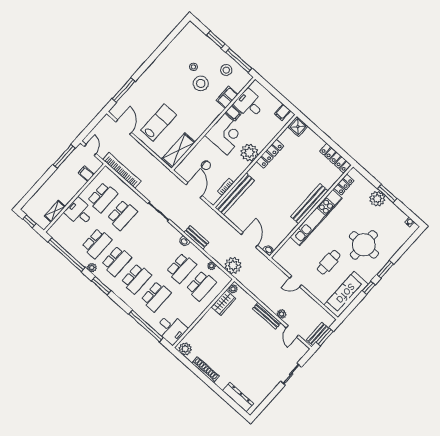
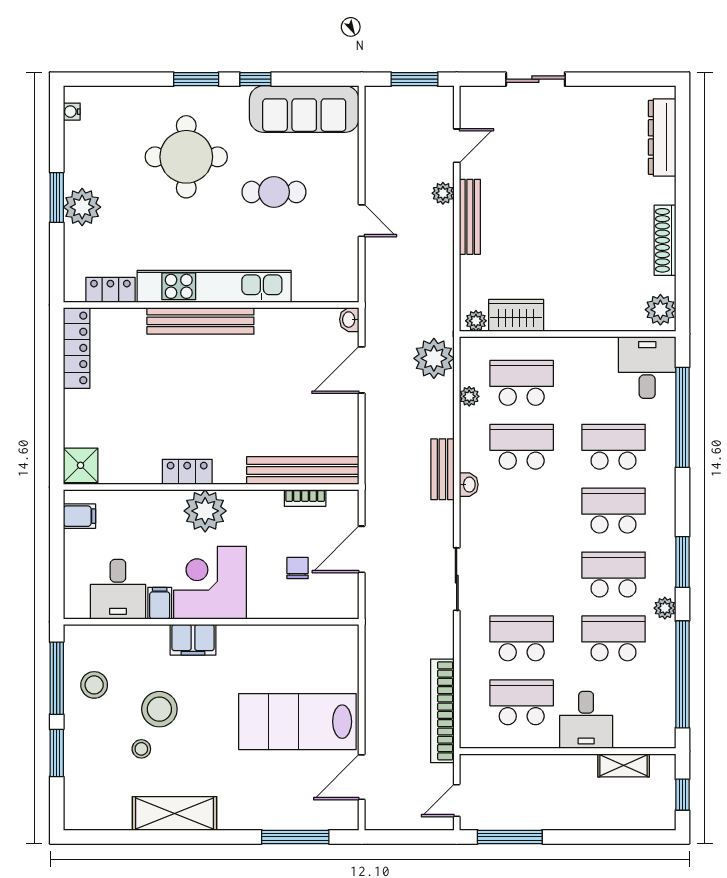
filing cabinet: (227, 97) -> (193, 640), moved
lab bench: (159, 123) -> (297, 722), width x1.36, depth x1.39
shelving: (178, 150) -> (174, 813), moved
locker: (270, 154) -> (187, 472), width x0.66
filing cabinet: (86, 174) -> (506, 770), removed
bench: (317, 334) -> (421, 97), removed

